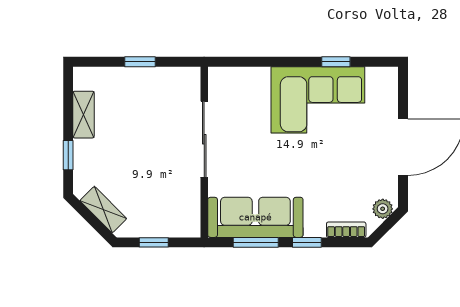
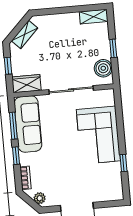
boiler: (172, 82) -> (103, 68), added
corner sofa: (318, 100) -> (98, 135), moved
shelving: (84, 115) -> (94, 17), moved
window: (68, 155) -> (55, 11), removed
wardrobe: (187, 214) -> (26, 84), added

